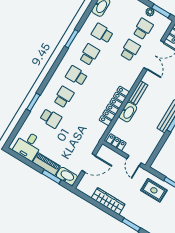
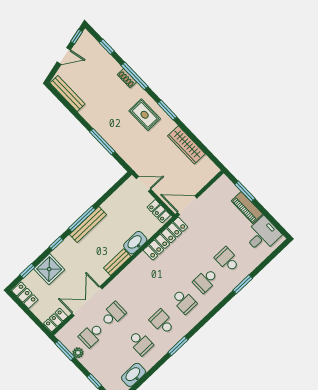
school desk: (130, 50) -> (113, 314), turned 180
school desk: (89, 55) -> (162, 322), turned 90
locker: (114, 106) -> (165, 239), moved
door: (134, 161) -> (144, 184), hinge flipped
door: (89, 163) -> (187, 205), moved
washbasin: (67, 176) -> (227, 187), removed
rug: (154, 190) -> (145, 115), moved

